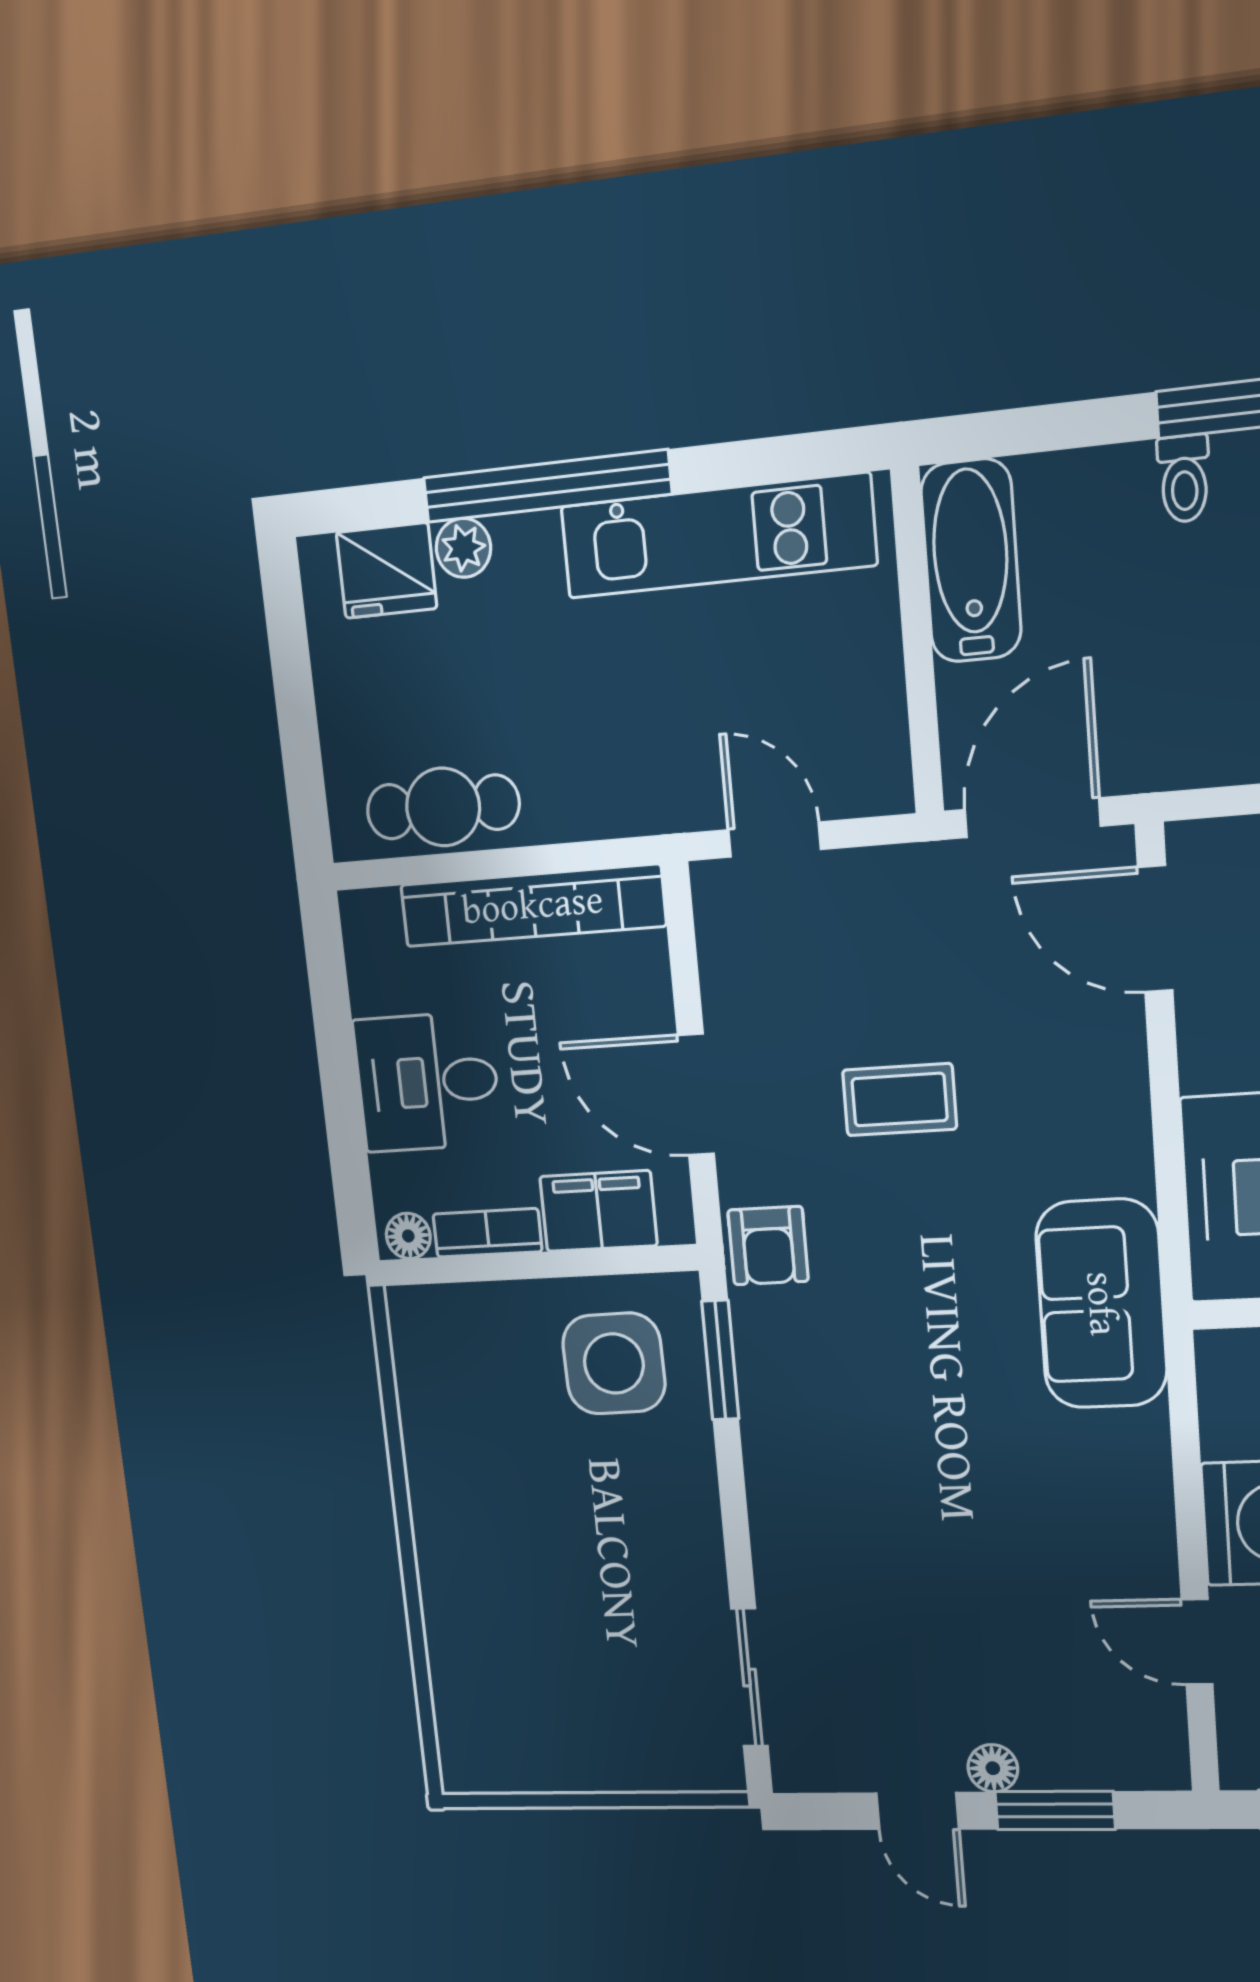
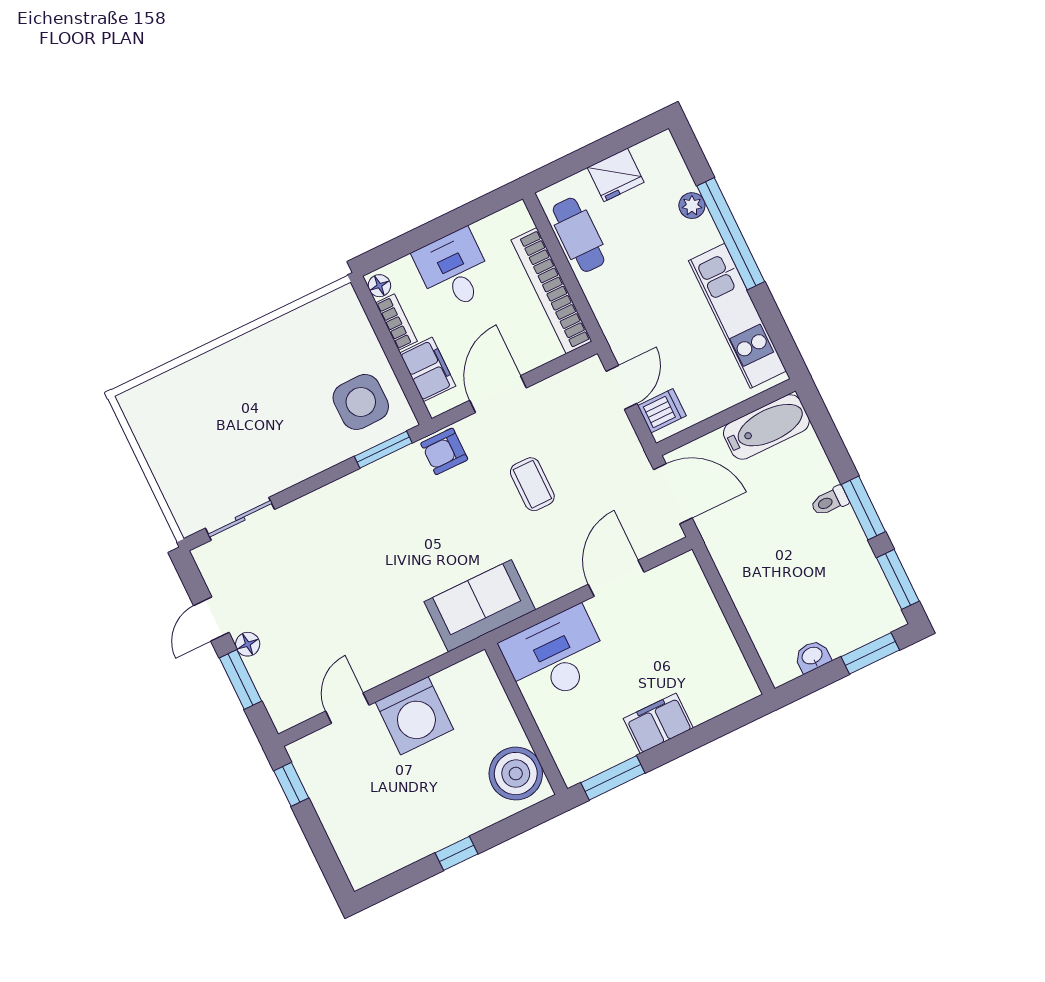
fridge: (387, 570) -> (616, 175), moved, turned -90
dishwasher: (853, 774) -> (662, 411), added
door: (1155, 929) -> (616, 578), moved

